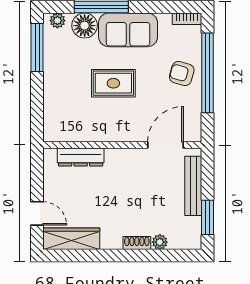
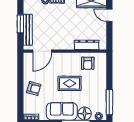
window: (207, 73) -> (20, 89), removed
armchair: (79, 122) -> (88, 63), added
window: (207, 217) -> (20, 24), moved

